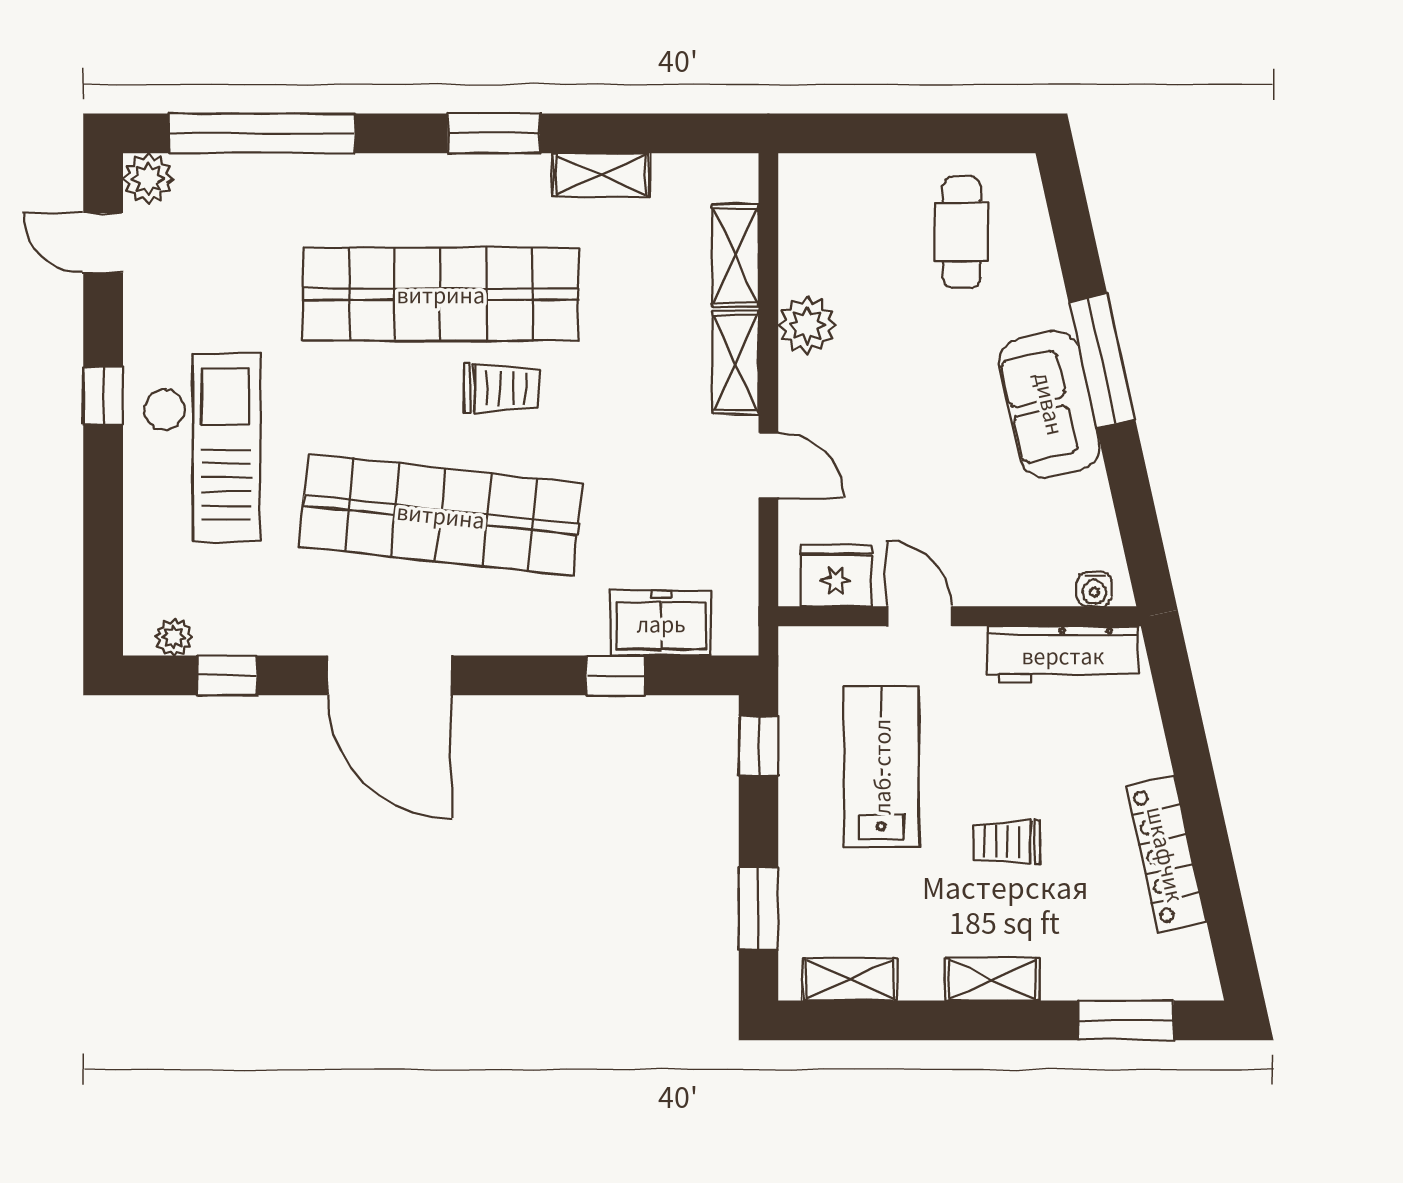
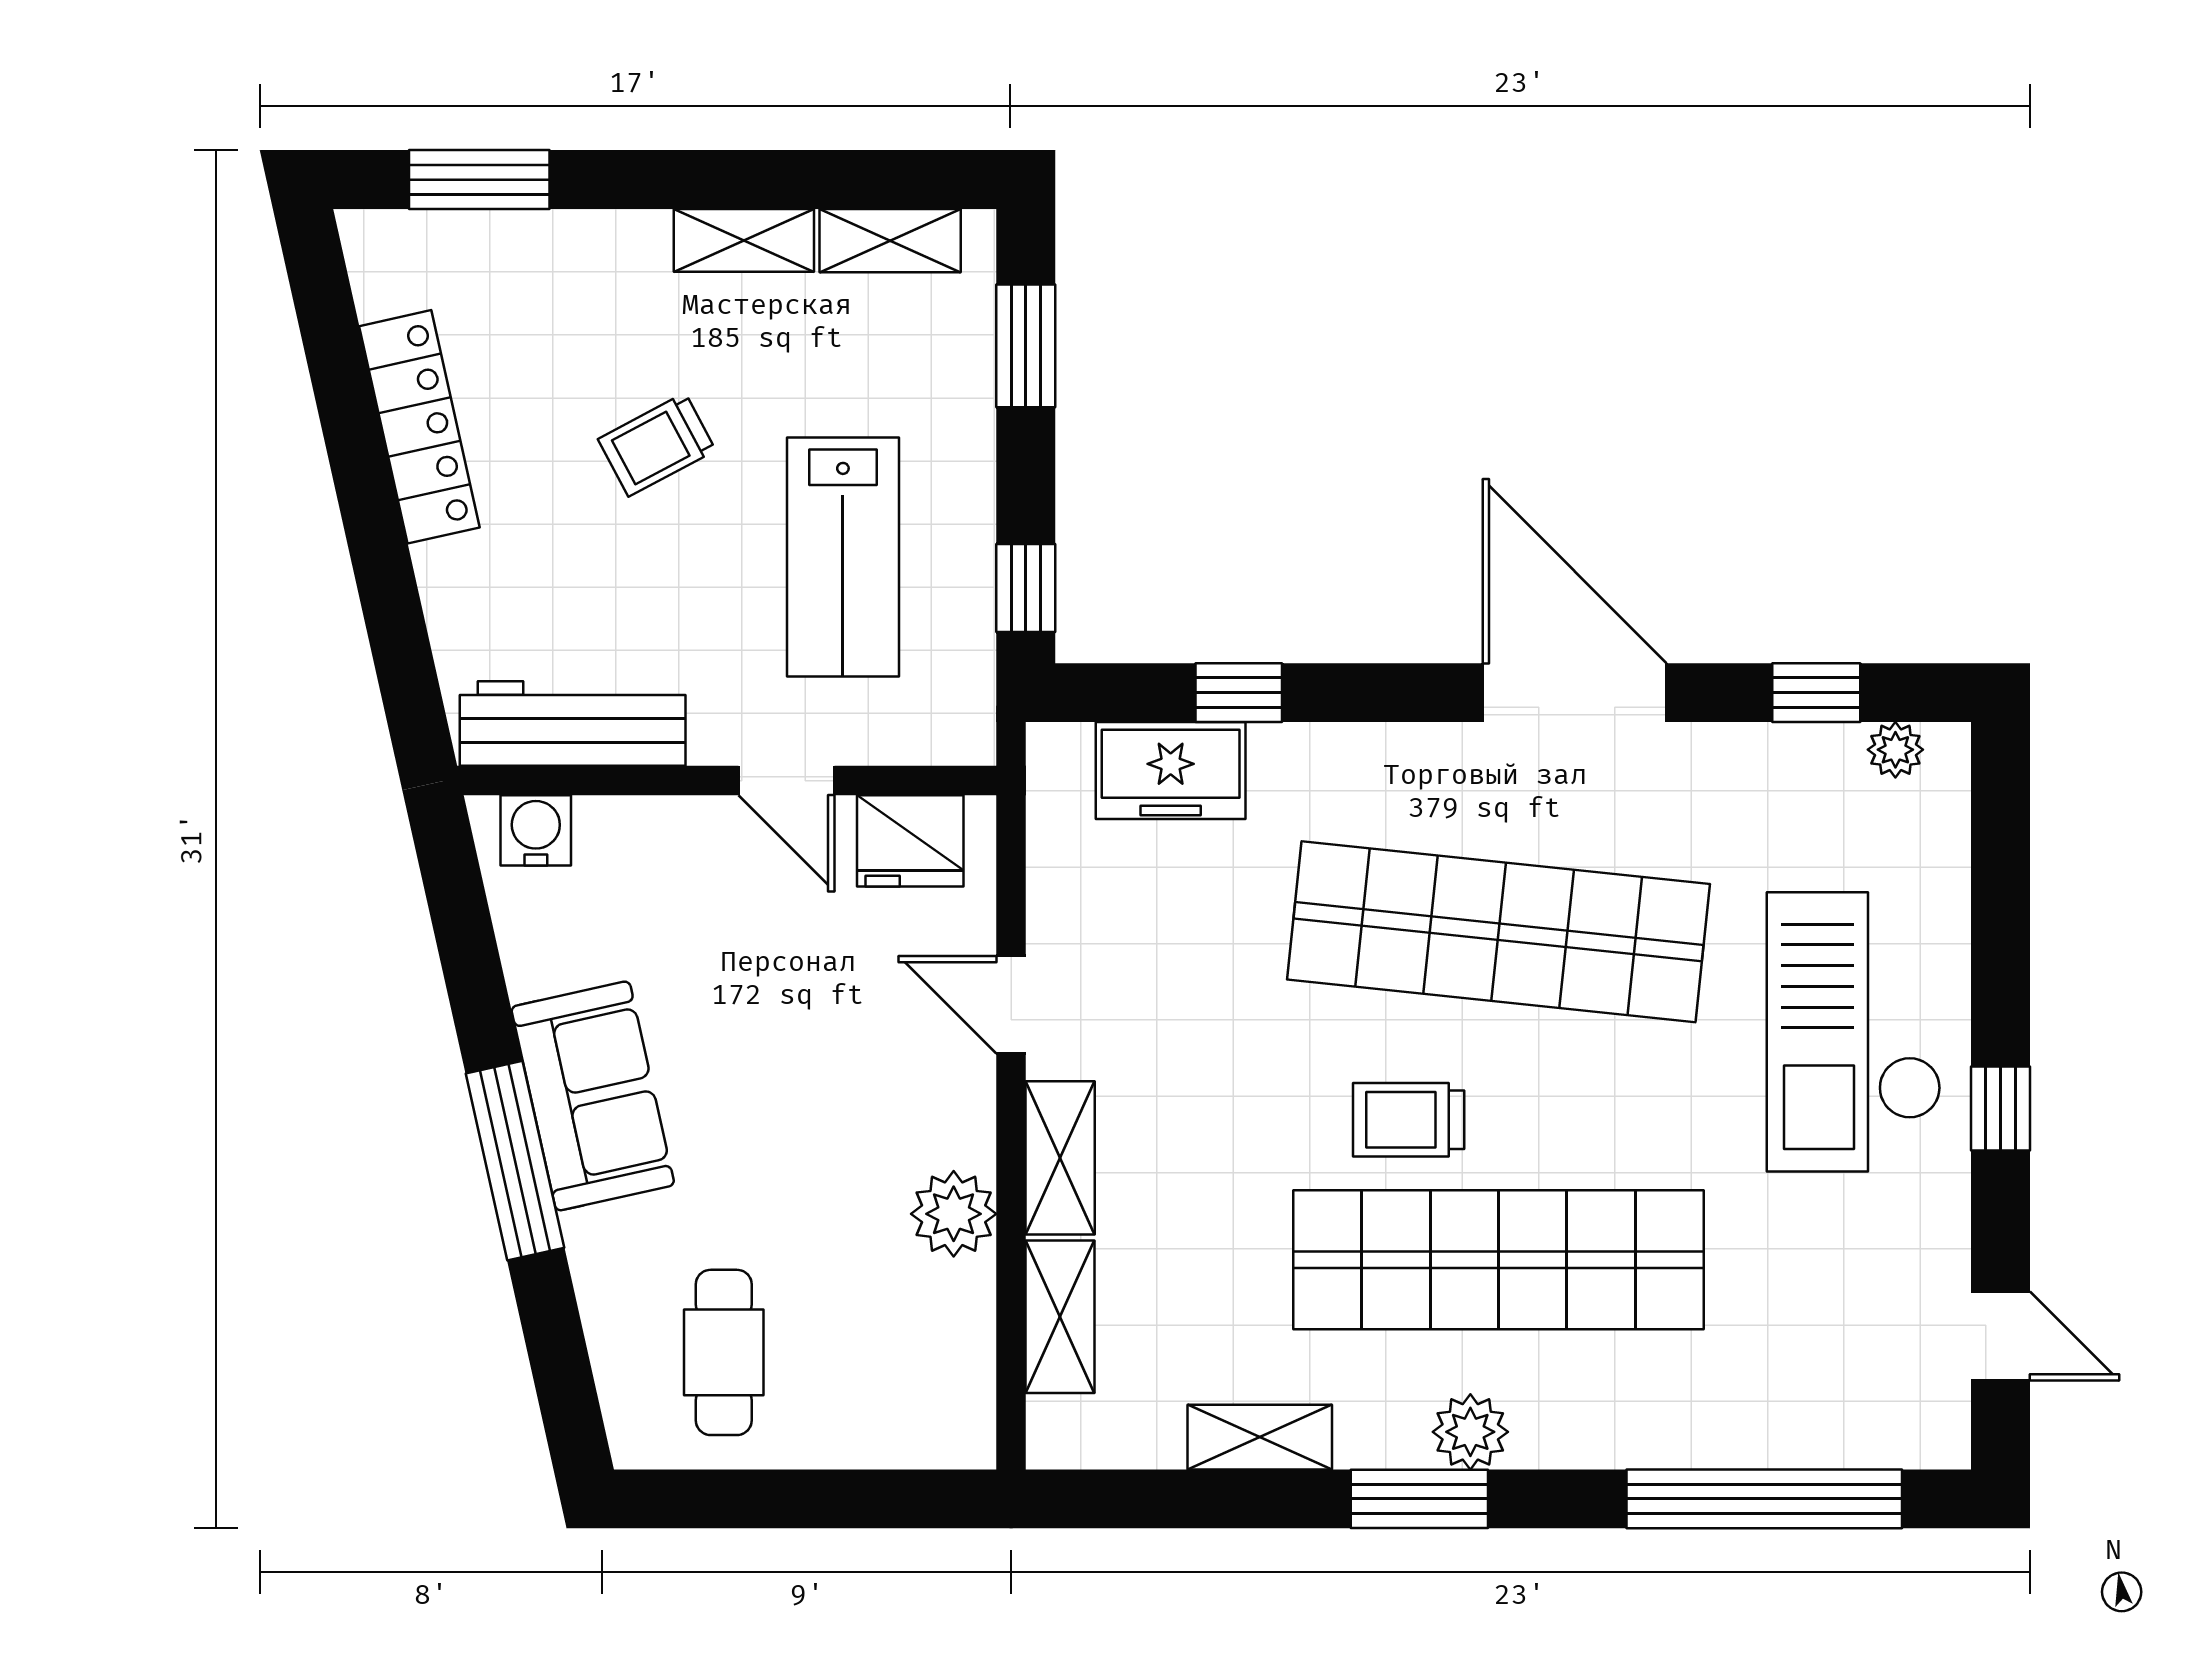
plant: (148, 178) -> (1470, 1432), moved
water cooler: (1094, 589) -> (536, 830), width x1.38, depth x1.38
trolley: (1007, 842) -> (657, 445), turned 152
shelving: (993, 979) -> (744, 240), moved

